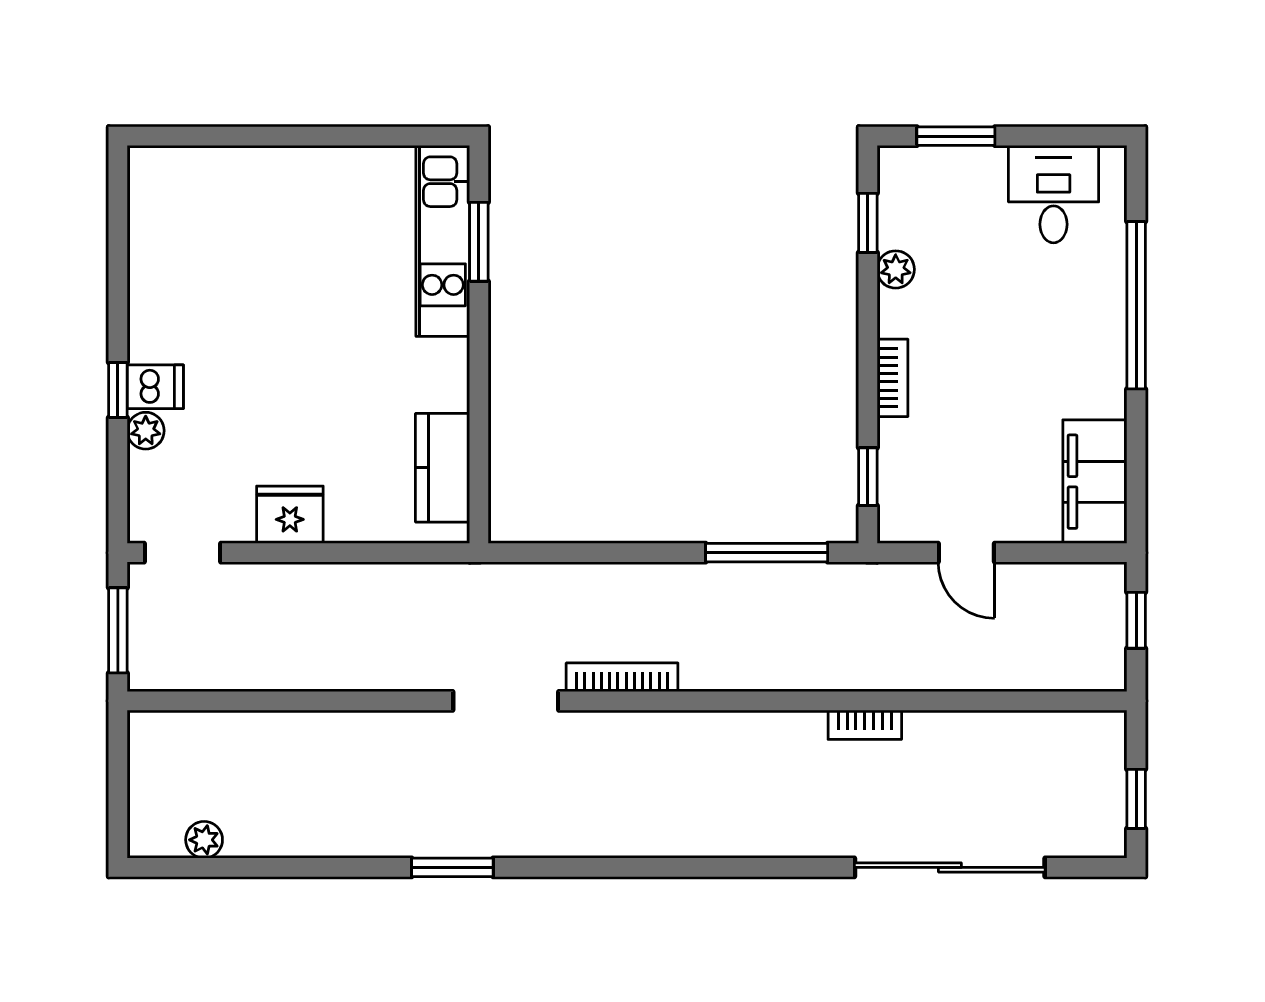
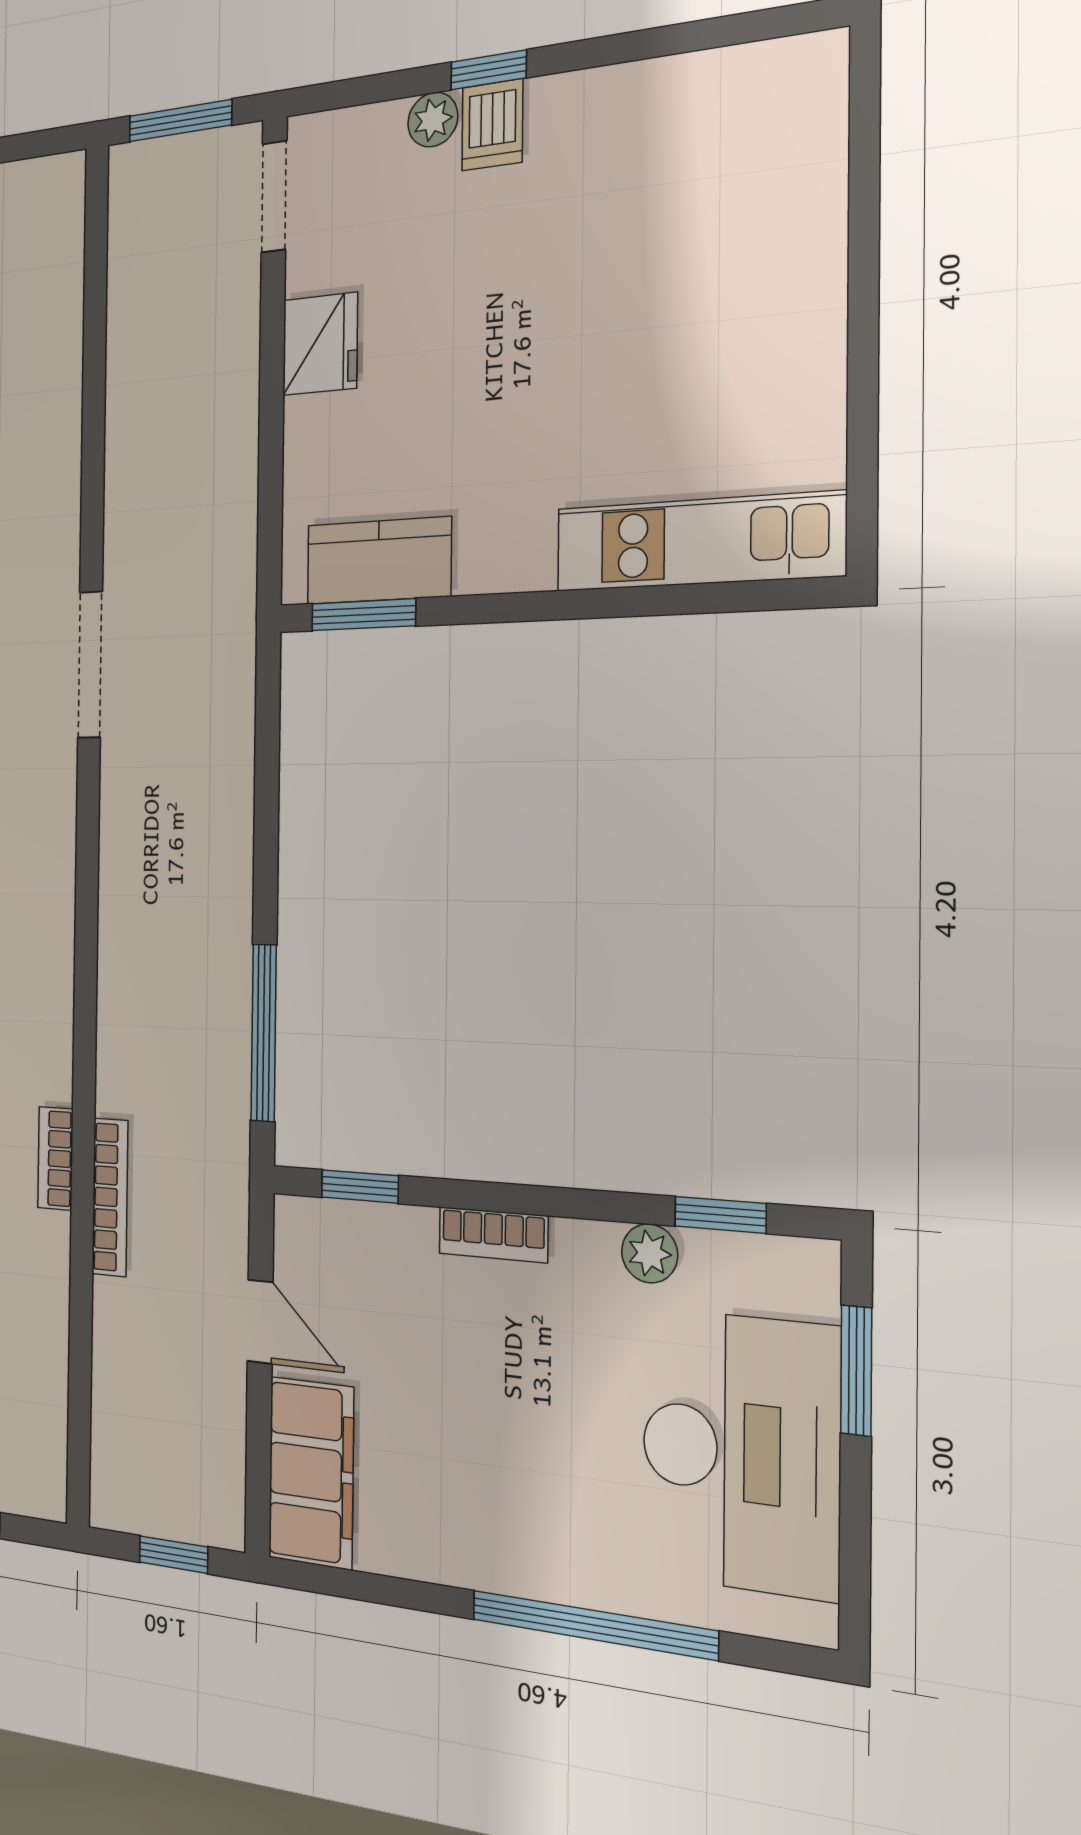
desk: (1054, 194) -> (740, 1452), width x1.87, depth x1.30
window: (479, 242) -> (363, 615), moved
filing cabinet: (1095, 482) -> (311, 1473), moved, turned 90
door: (966, 553) -> (260, 1322), swing flipped
bookcase: (622, 677) -> (110, 1197), moved

